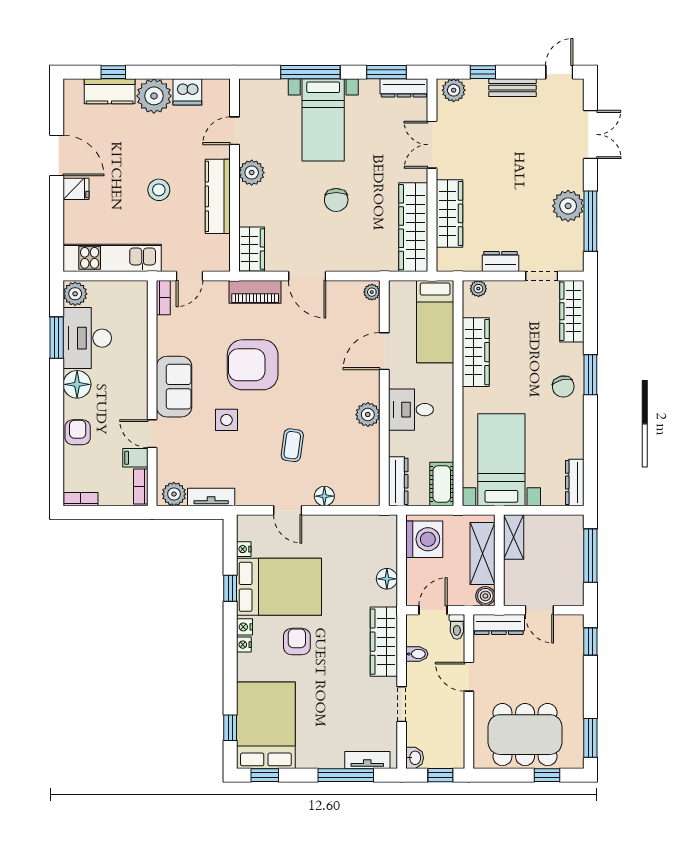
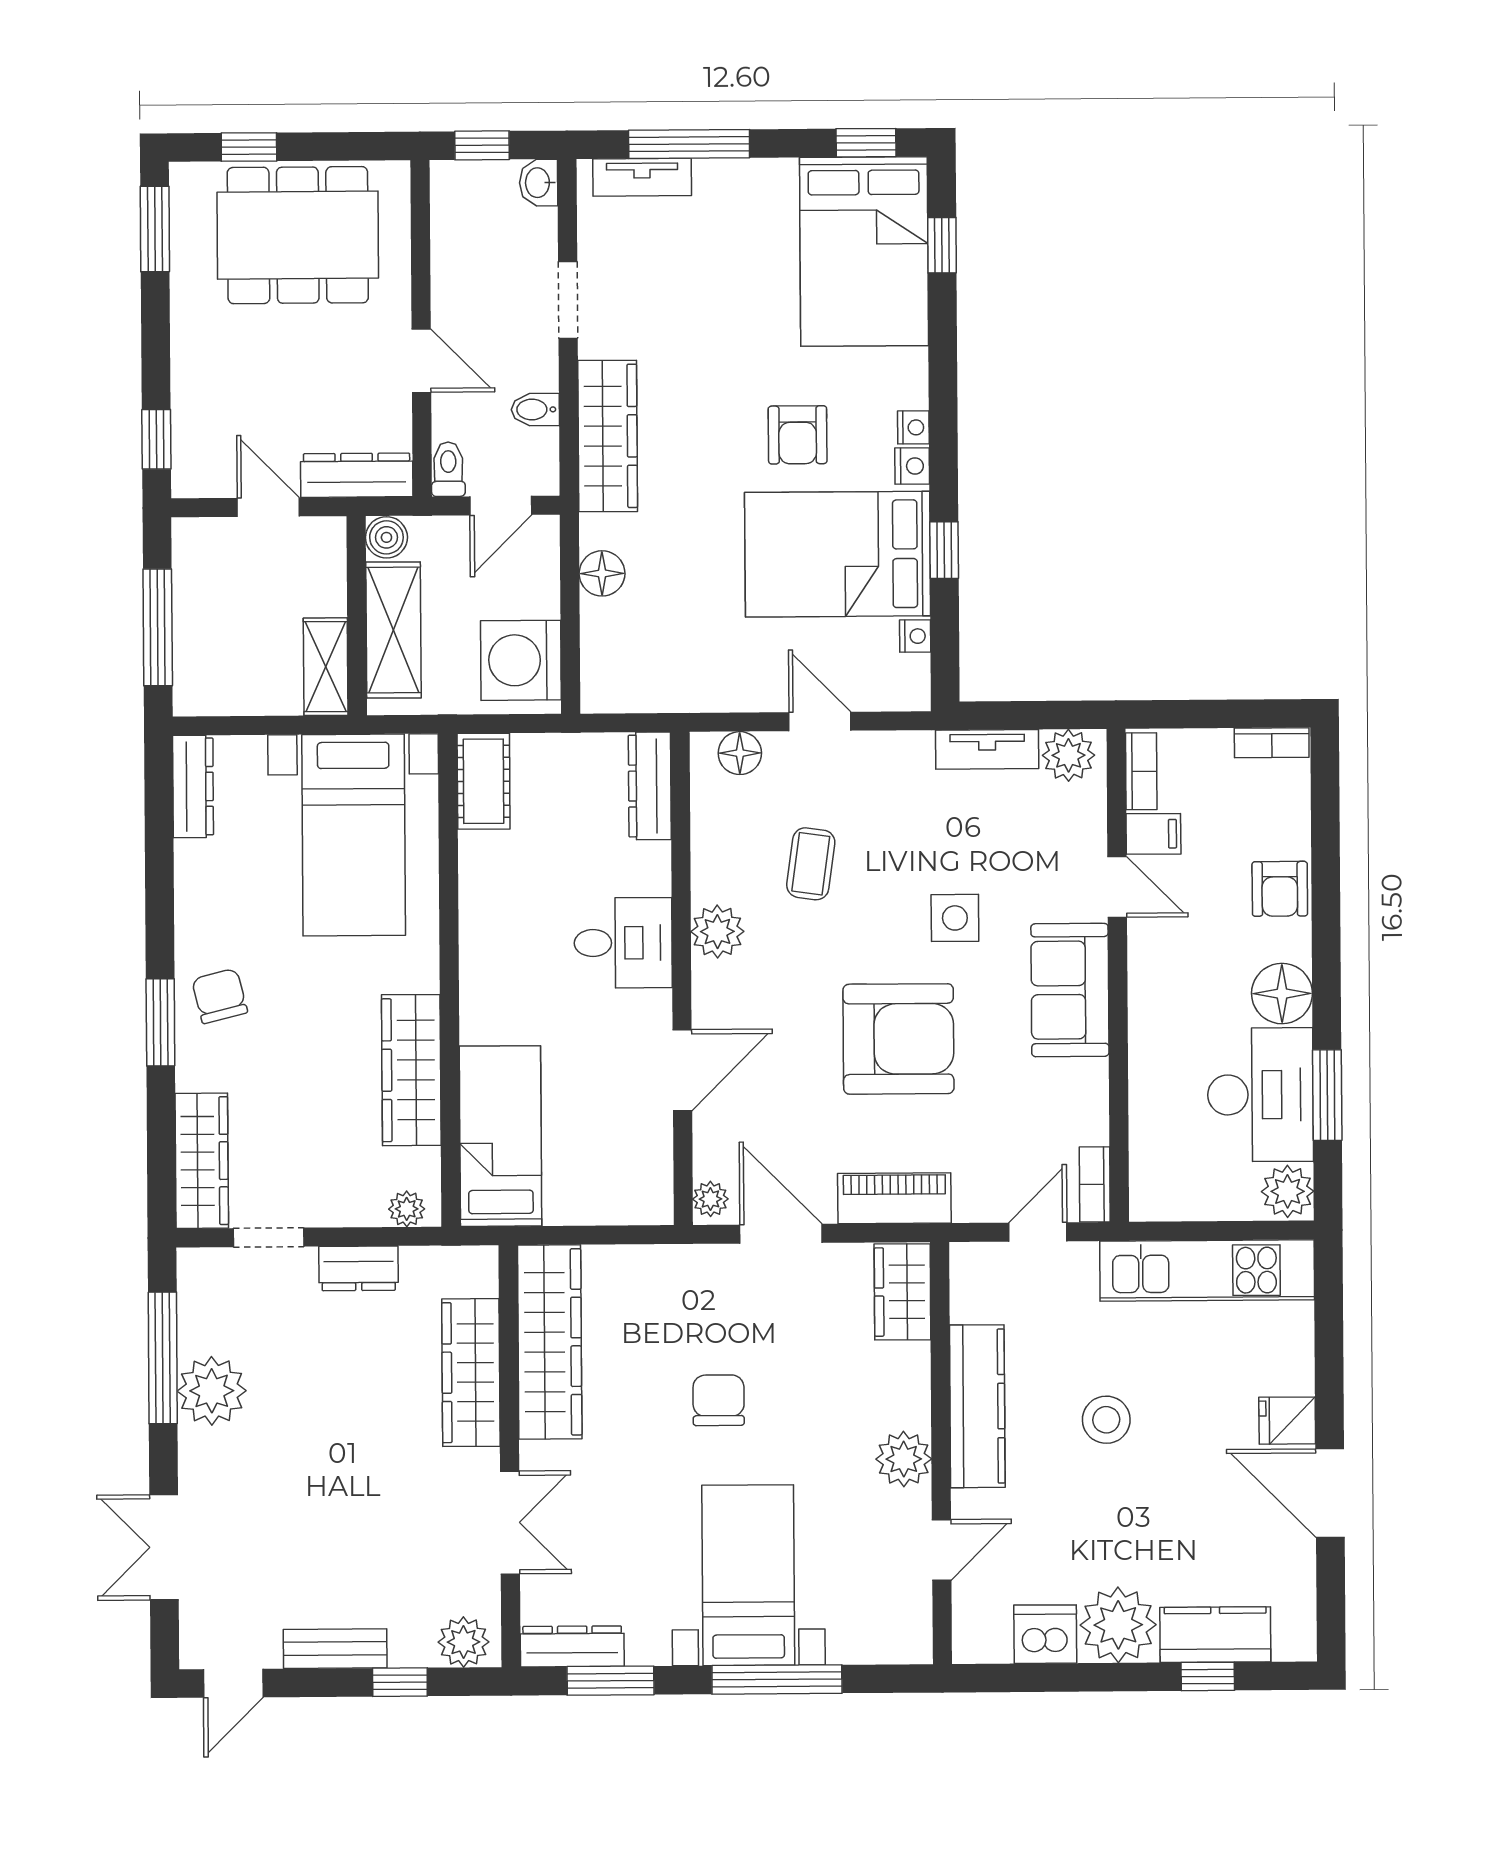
plant: (372, 292) -> (710, 1199), moved
door: (384, 351) -> (682, 1070), moved
wall: (384, 393) -> (682, 978), moved
desk: (411, 410) -> (623, 943), moved
plant: (368, 415) -> (717, 932), moved
dresser: (398, 481) -> (650, 786), moved

